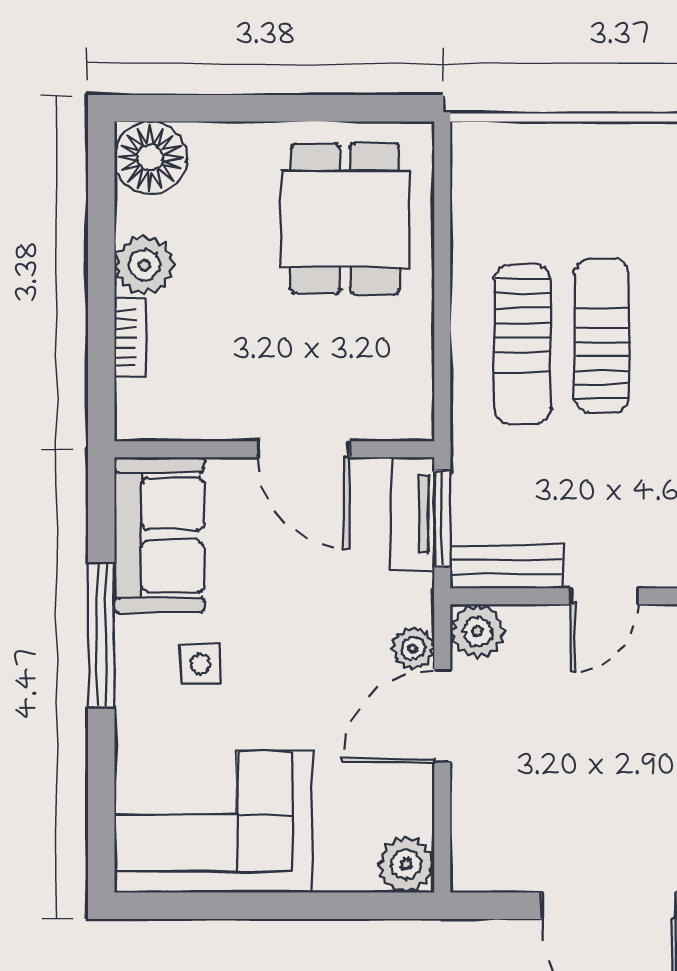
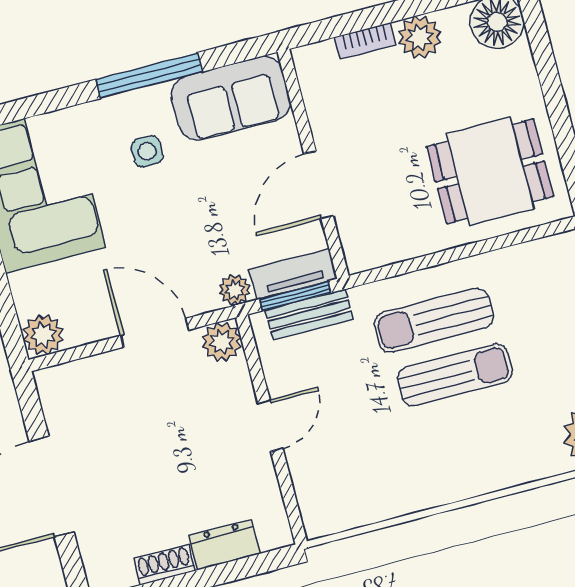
bench: (507, 567) -> (309, 315), moved, turned 90
door: (605, 596) -> (270, 426), swing flipped
plant: (413, 648) -> (235, 290), moved

